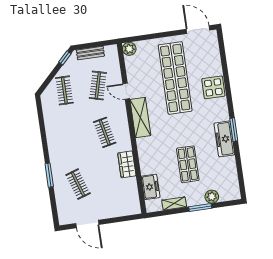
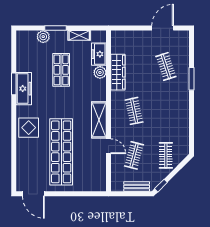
plant: (129, 49) -> (100, 72), moved
display table: (213, 87) -> (29, 128), moved
window: (234, 130) -> (14, 84), moved
wardrobe: (127, 164) -> (118, 72), width x1.50
door: (87, 224) -> (163, 28), hinge flipped

